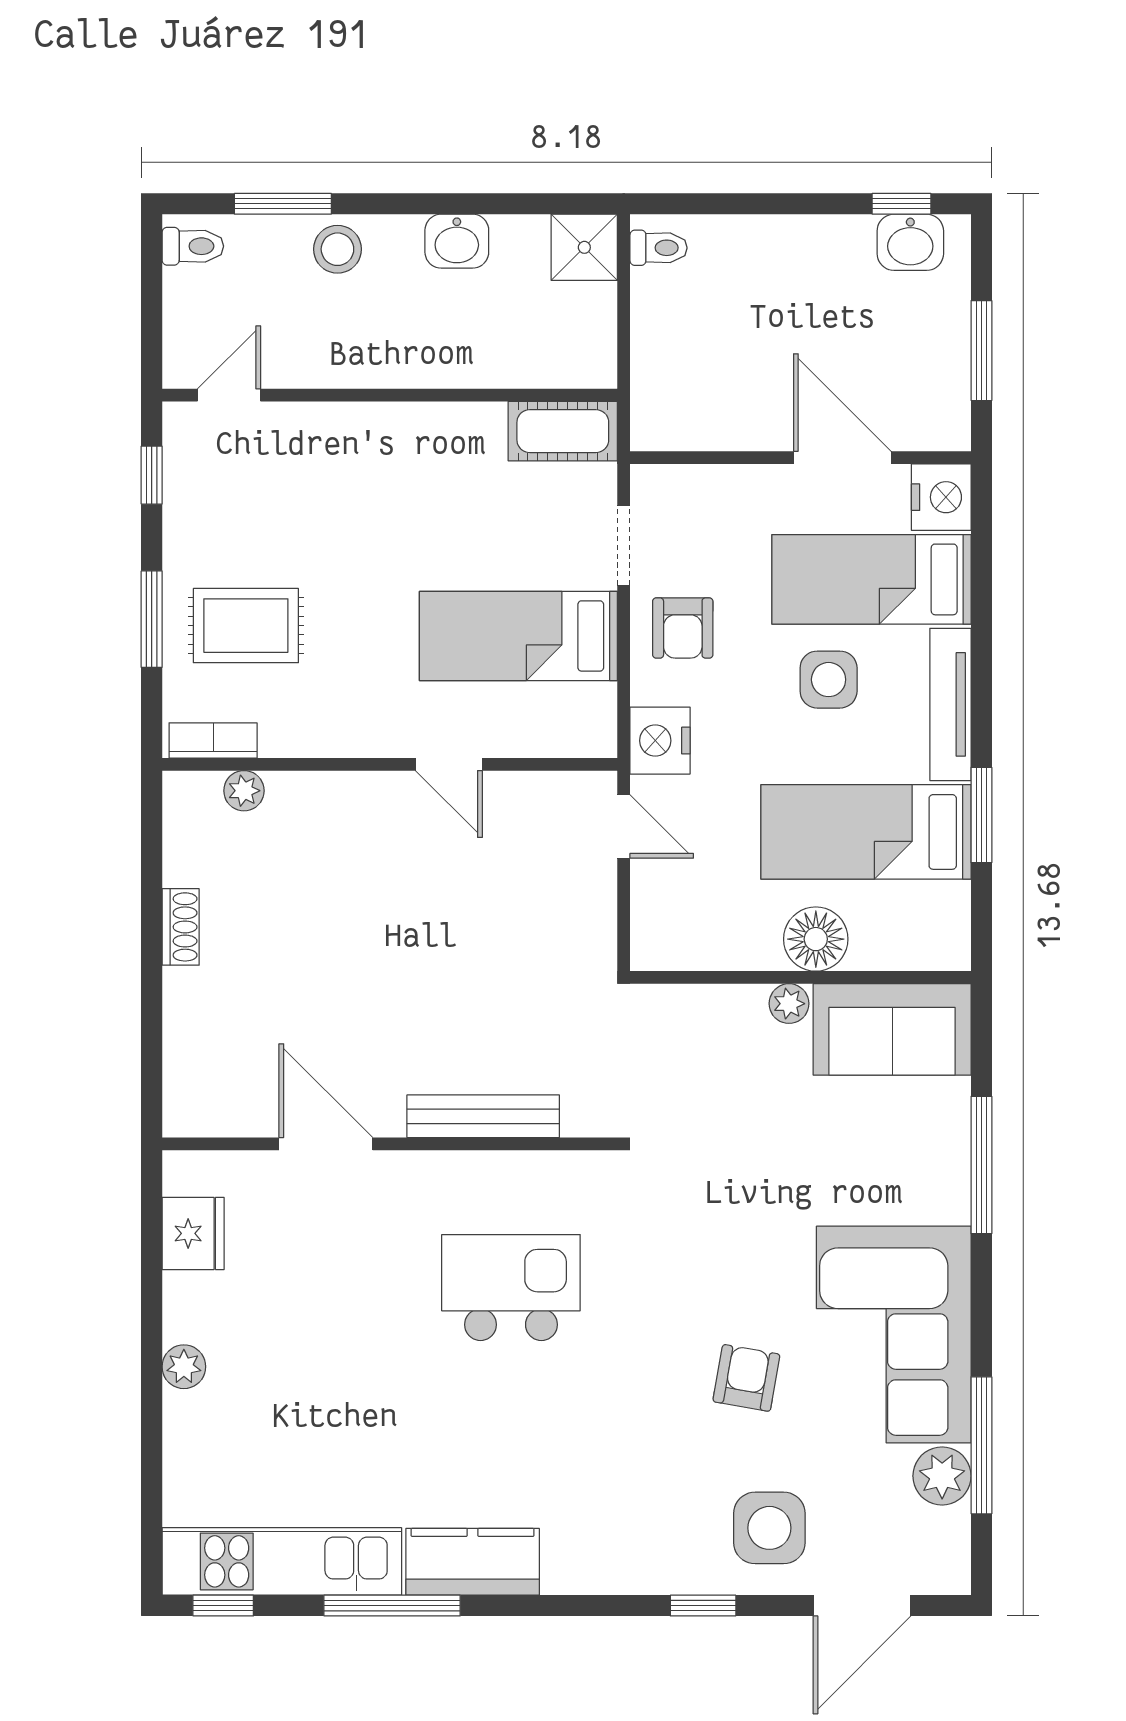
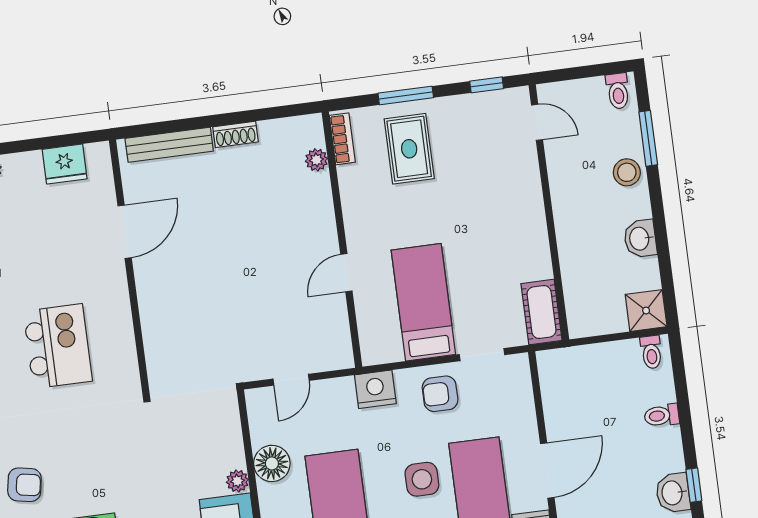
toilet: (772, 244) -> (662, 415), added
door: (624, 826) -> (291, 380), moved
floor lamp: (816, 939) -> (272, 463), moved
bench: (483, 1116) -> (169, 145), moved, turned 90

